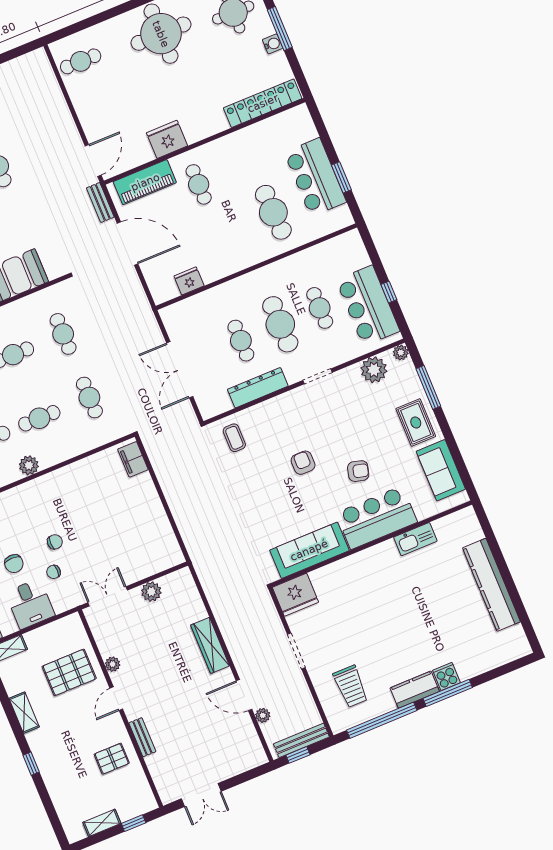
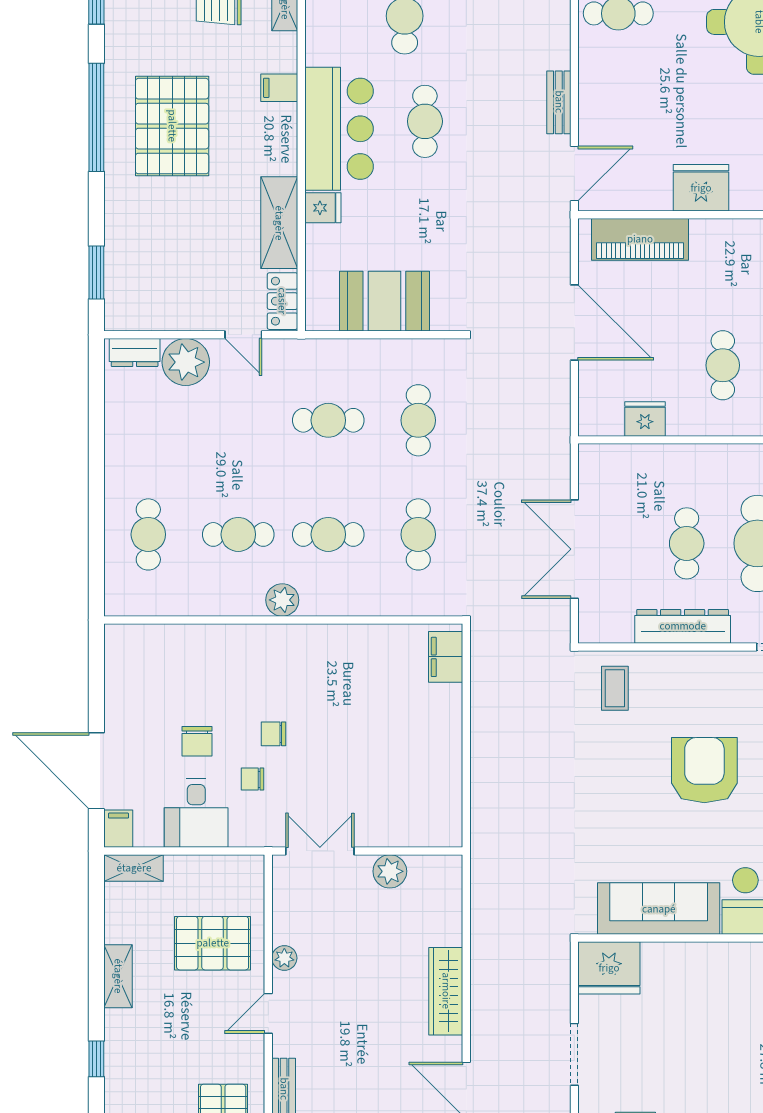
cafe table: (199, 184) -> (723, 365), moved
bench: (100, 202) -> (559, 102), moved
armchair: (303, 463) -> (704, 770), width x1.88, depth x1.88
chair: (55, 542) -> (274, 734), turned 180

